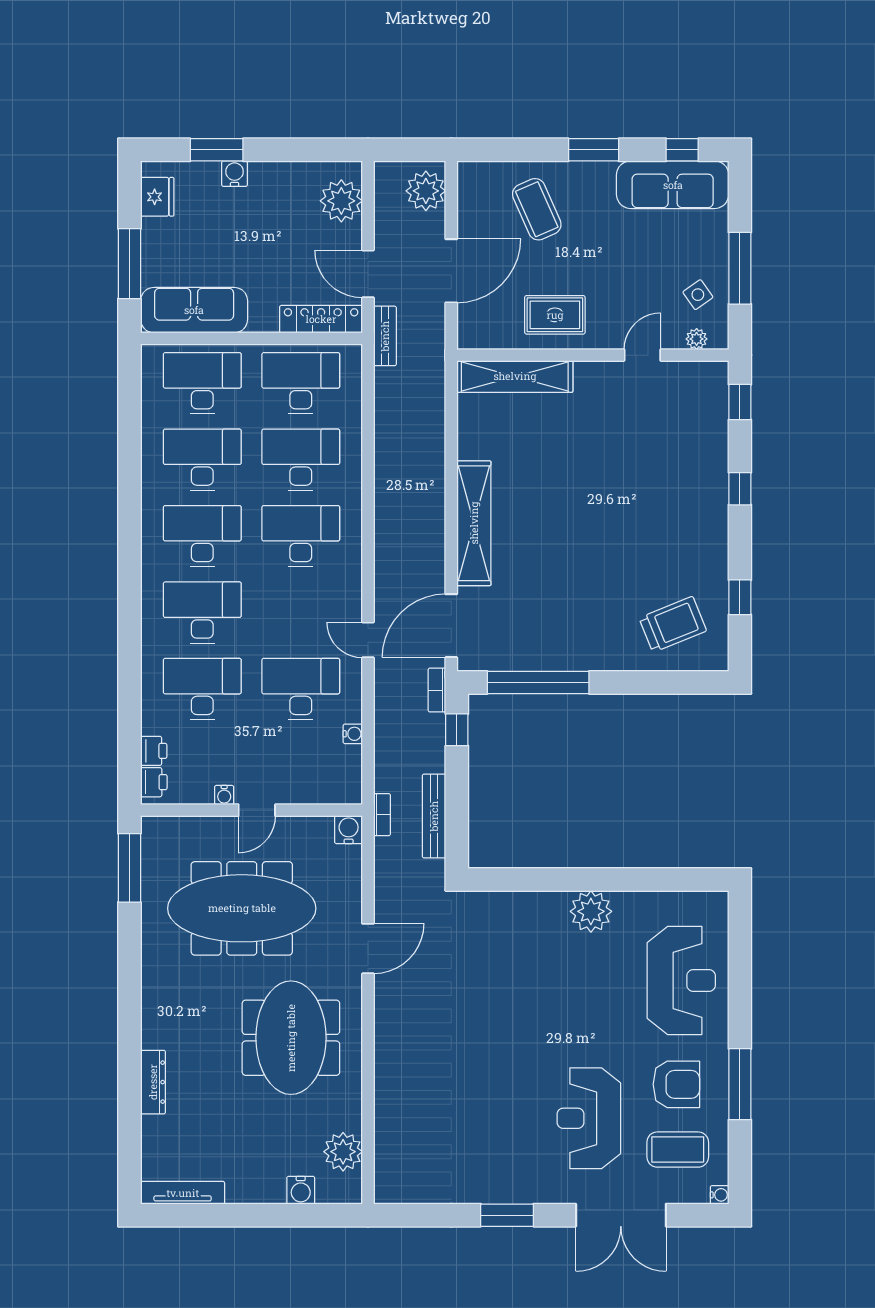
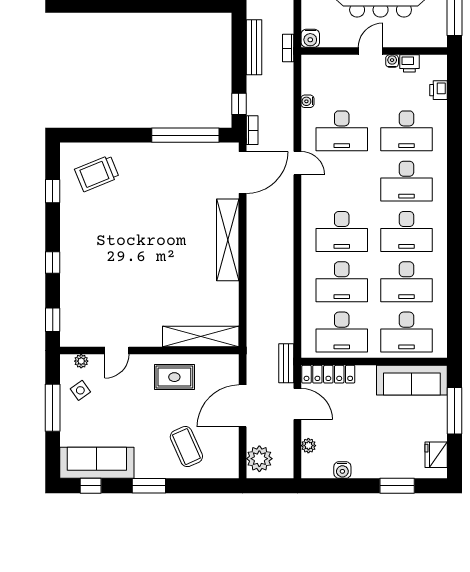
water cooler: (235, 174) -> (342, 470), moved
plant: (341, 201) -> (308, 446), width x0.53, depth x0.53
printer: (154, 782) -> (409, 63), moved, turned -90

